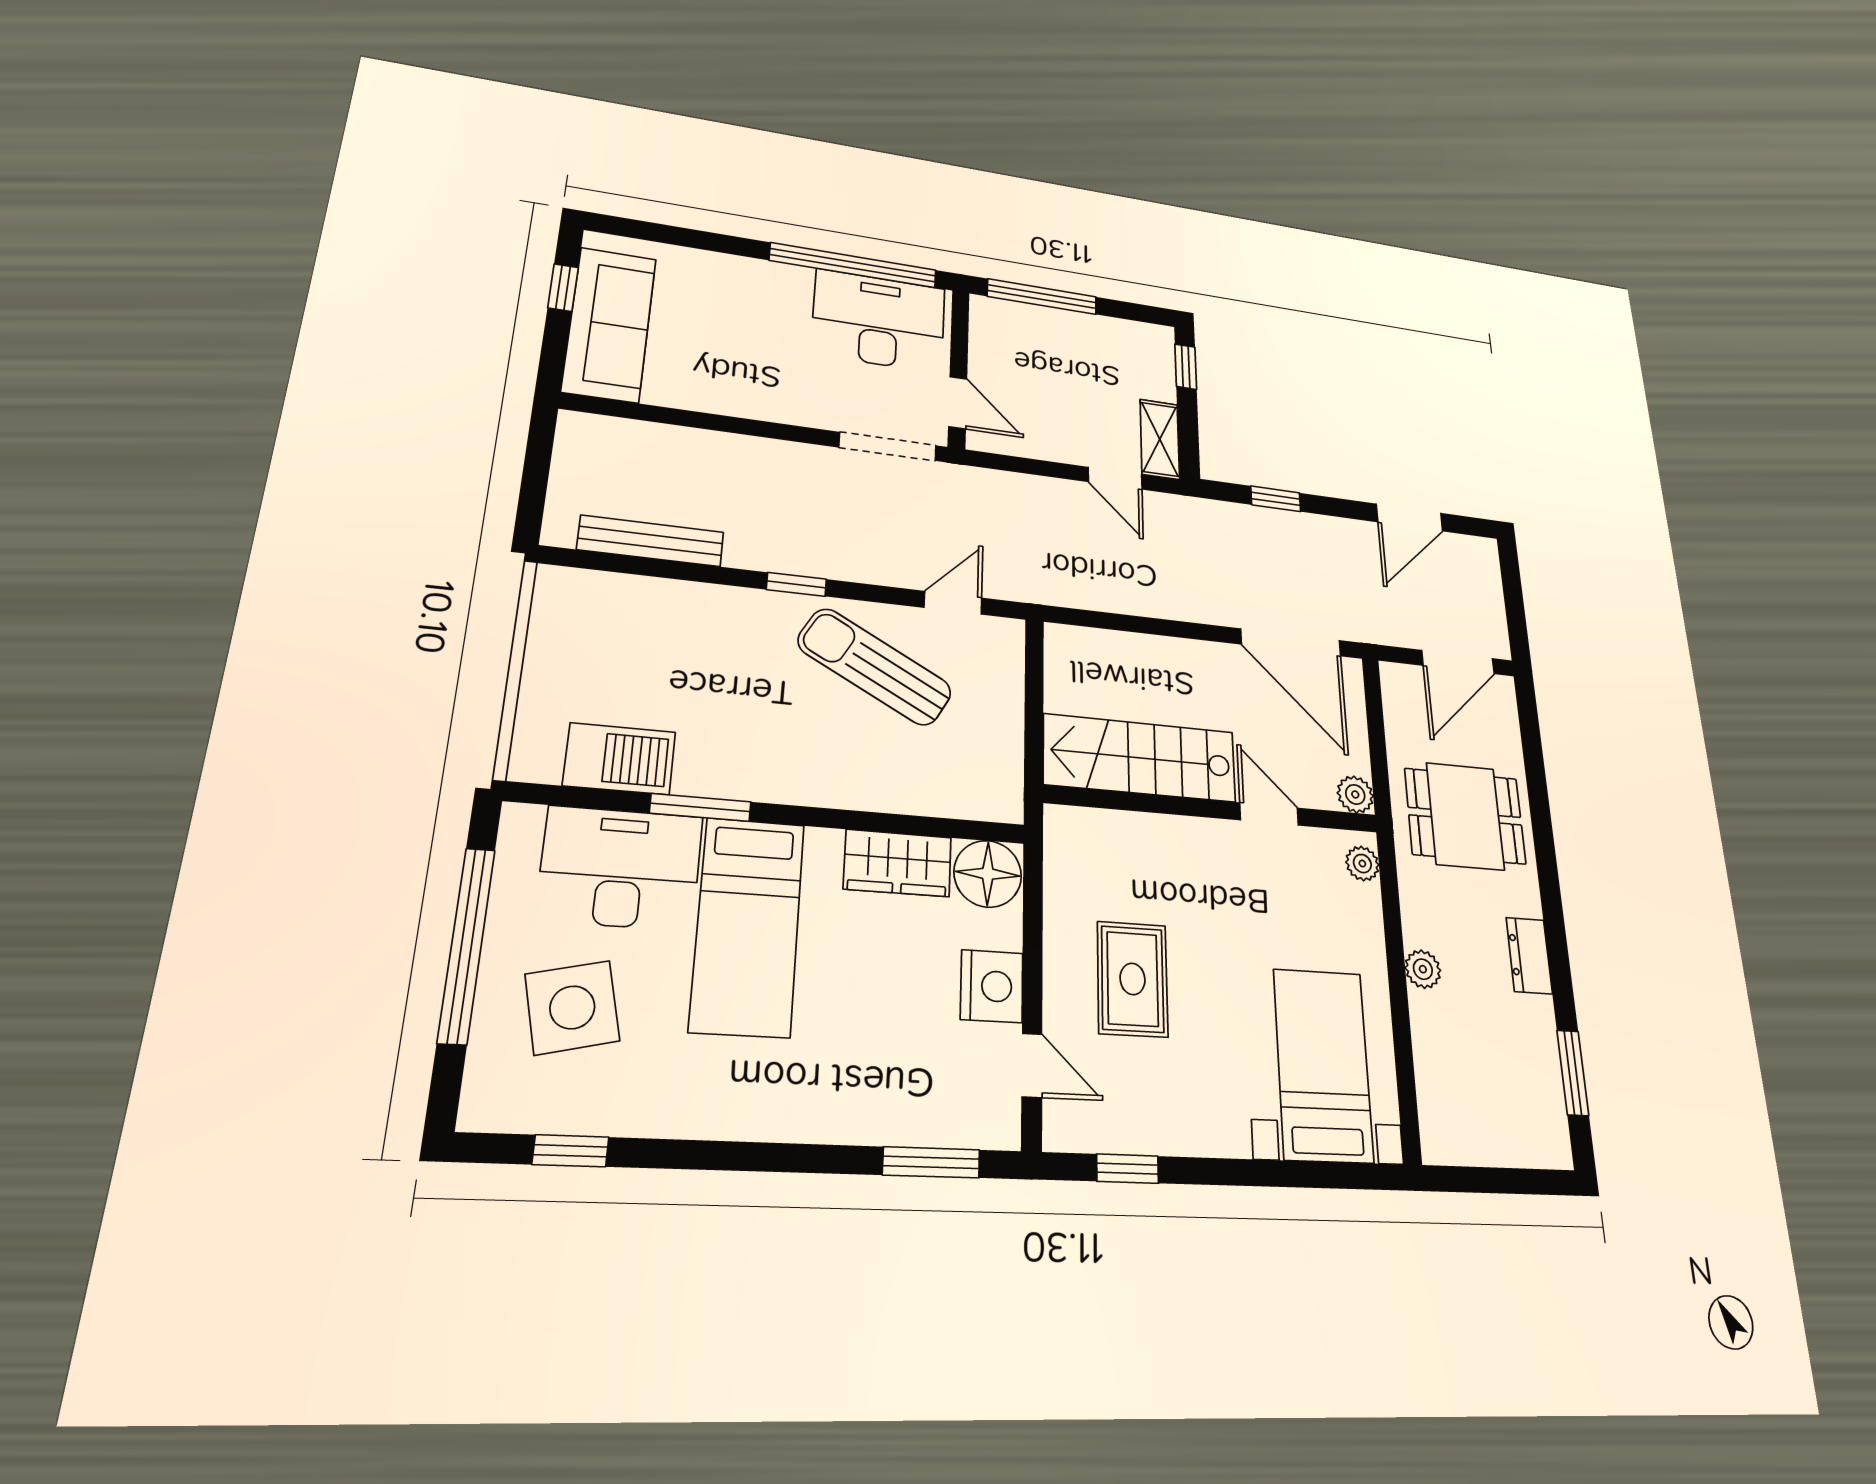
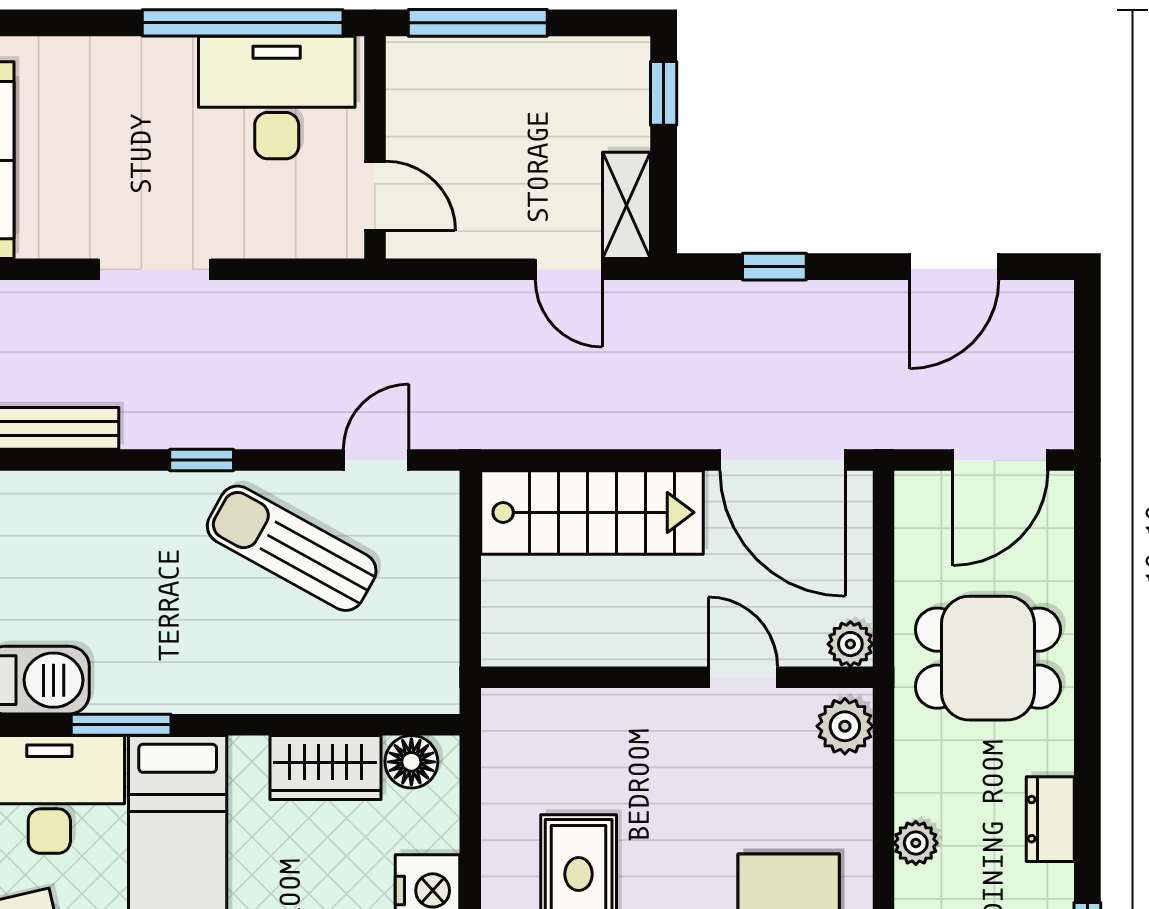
doorway: (888, 446) -> (155, 269), moved
stairs: (1140, 758) -> (592, 512), moved, turned 180
plant: (1362, 864) -> (845, 726), width x1.38, depth x1.38
floor lamp: (988, 874) -> (411, 762), width x0.73, depth x0.73

